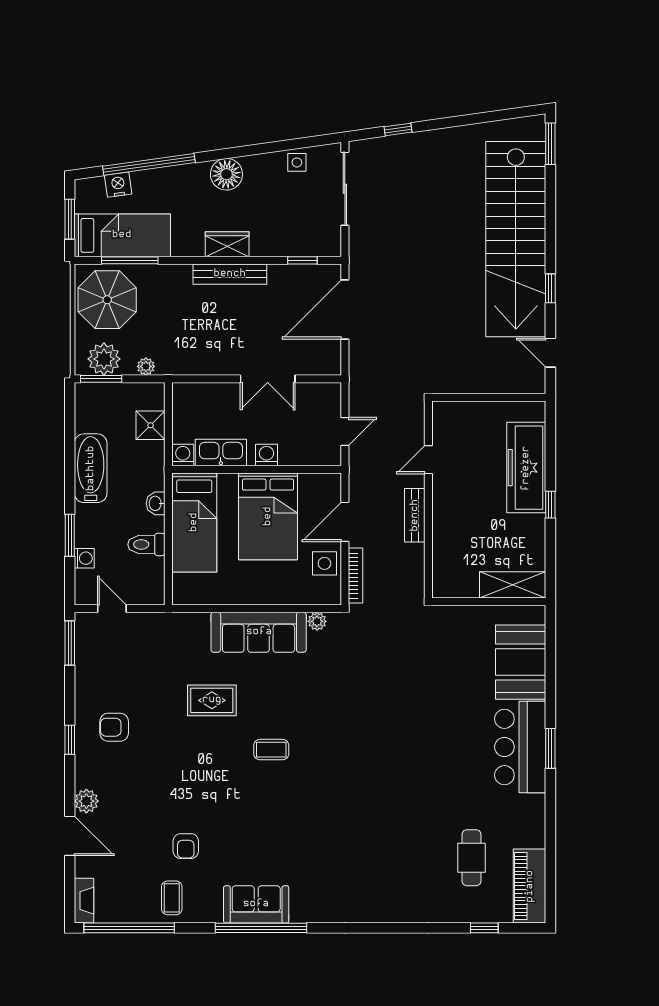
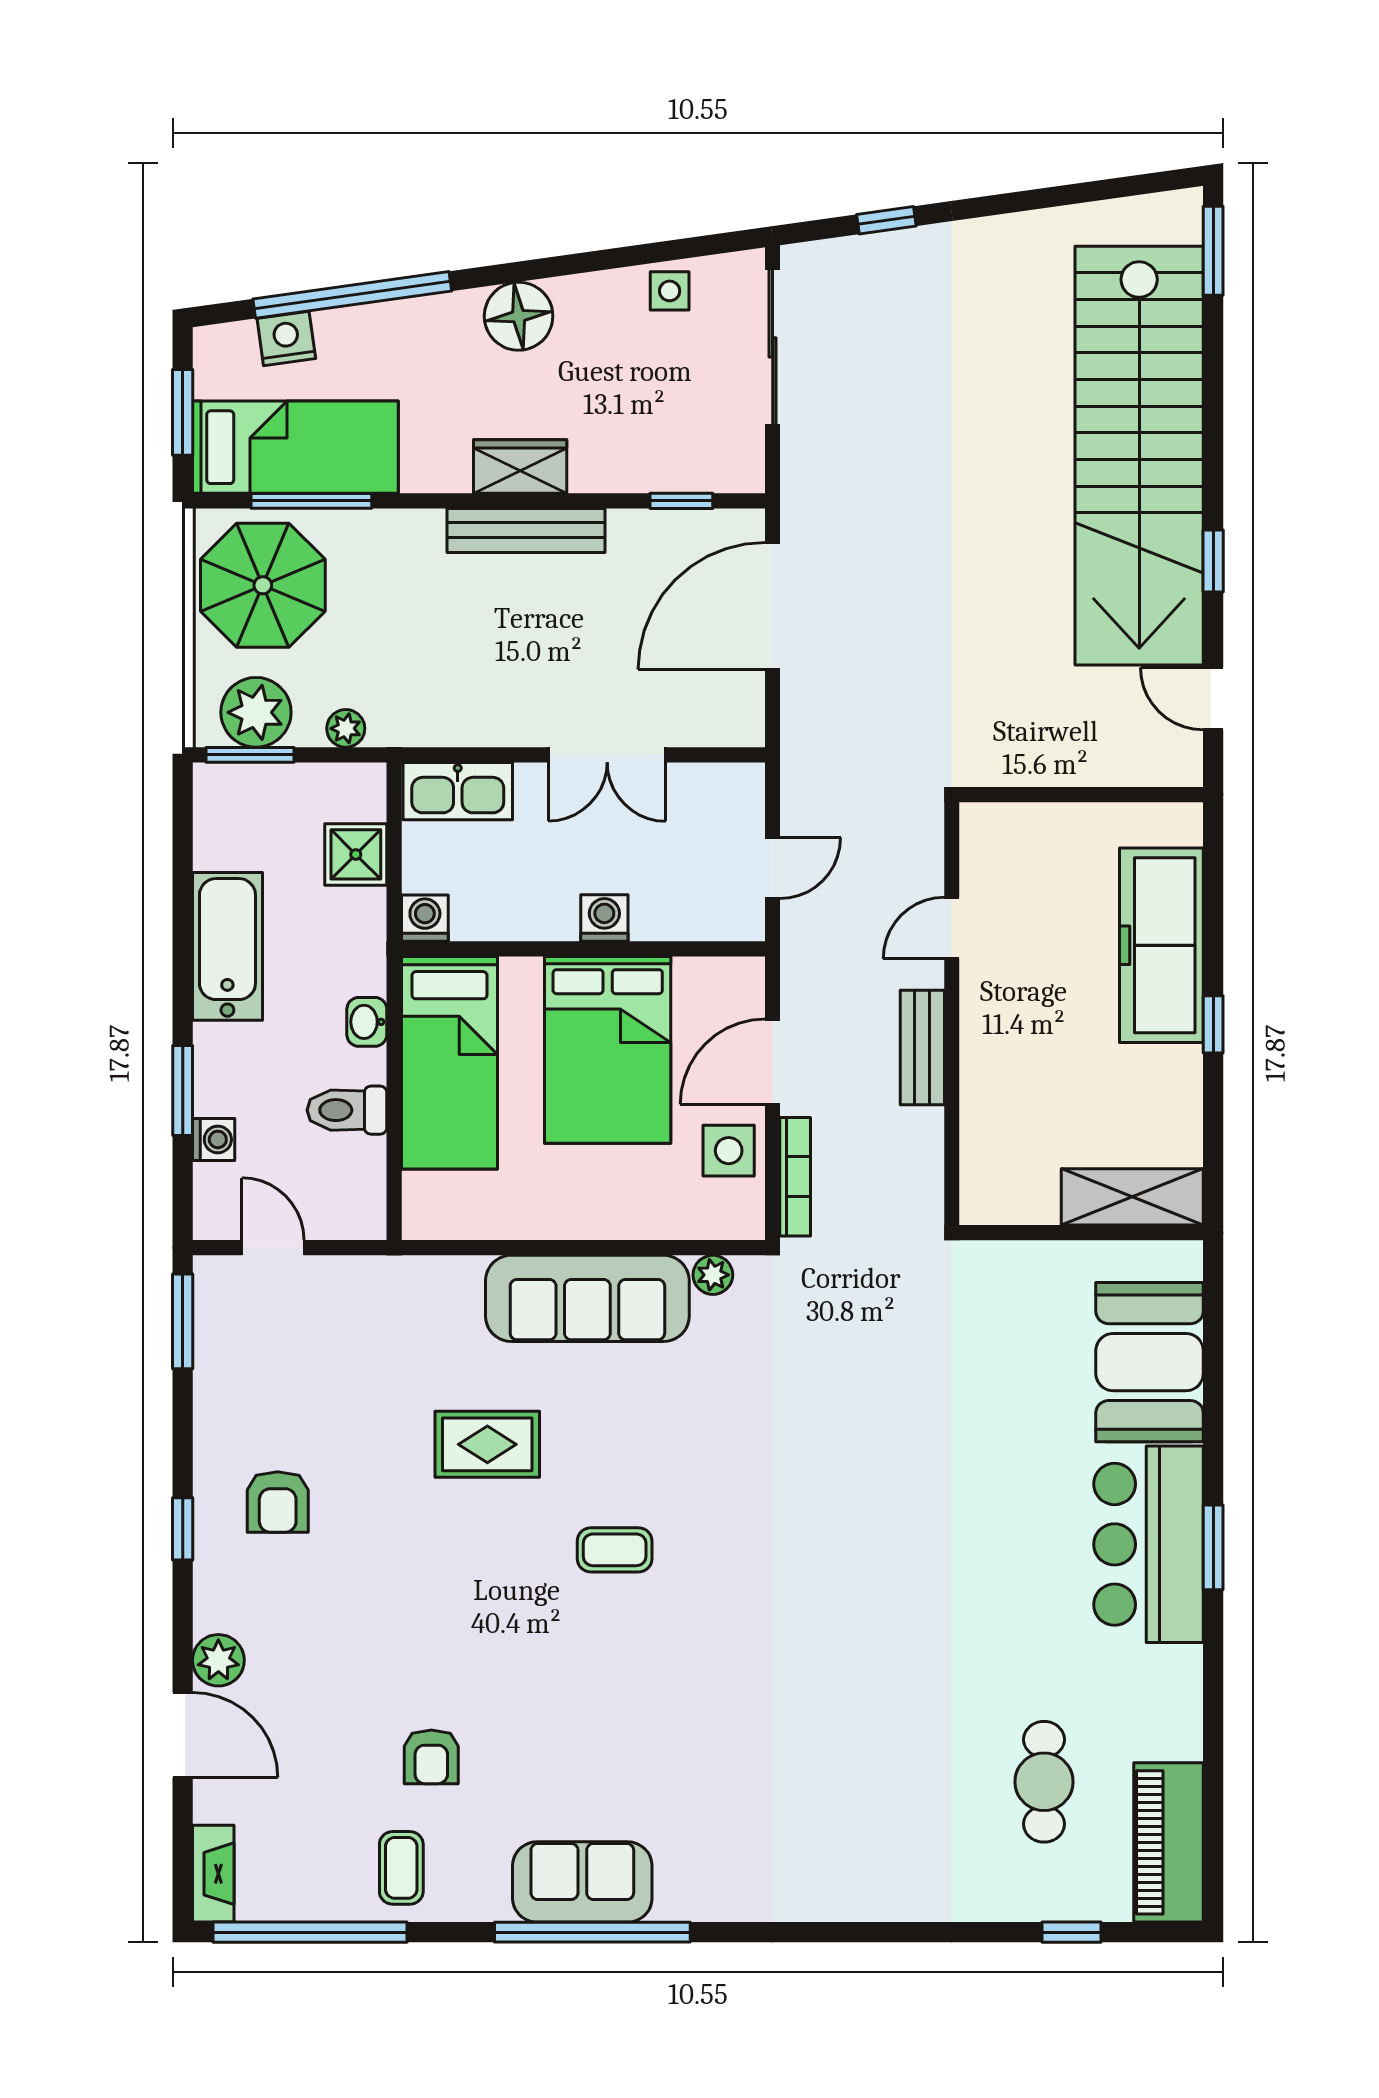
kitchen sink: (221, 452) -> (458, 791), moved, turned 180
armchair: (114, 727) -> (278, 1502), turned -90

